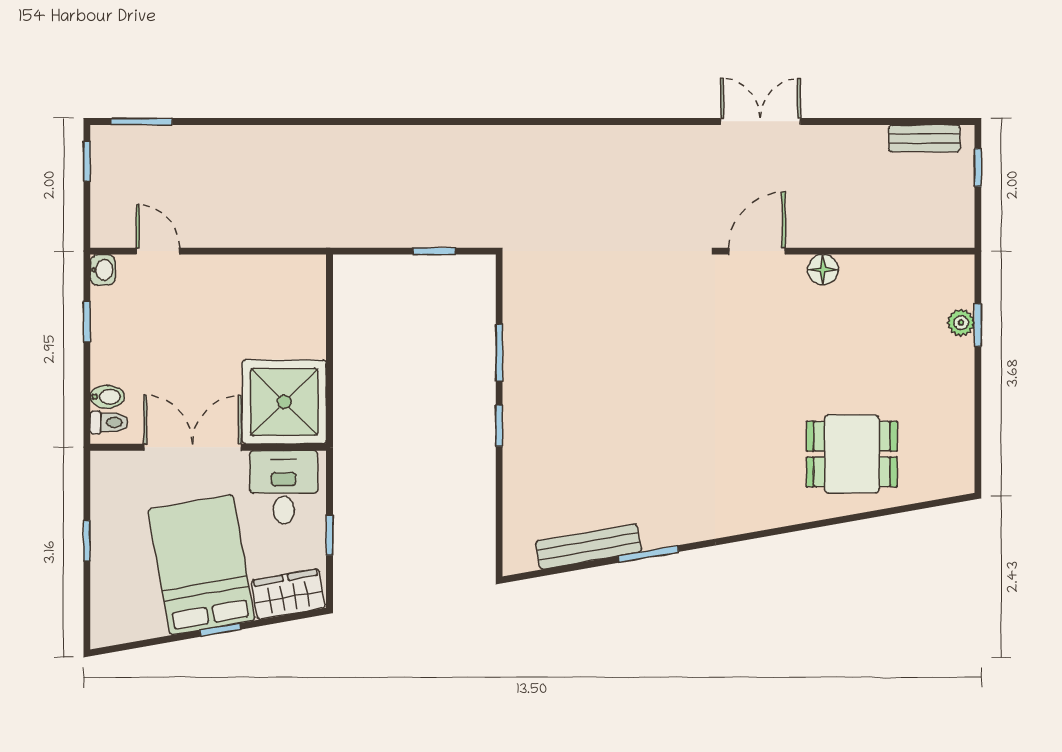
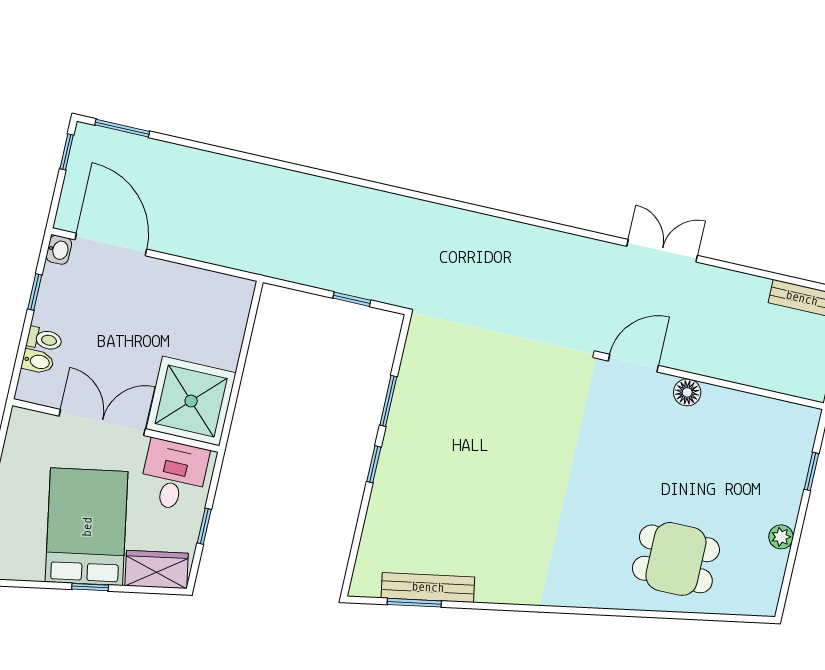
door: (158, 251) -> (111, 244), width x1.87
plant: (961, 323) -> (781, 537), moved
toilet: (109, 422) -> (44, 339), moved
window: (648, 554) -> (414, 603), moved

